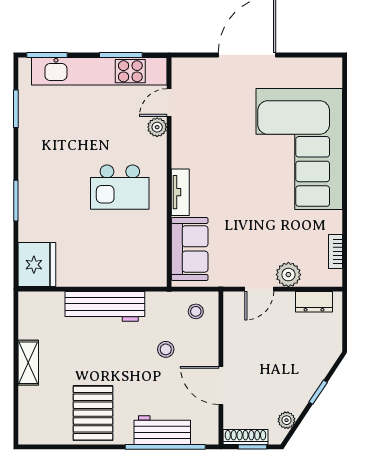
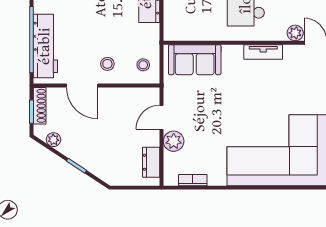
tv unit: (180, 192) -> (263, 52), moved
door: (259, 289) -> (162, 117), hinge flipped
stool: (166, 349) -> (107, 64), moved
door: (221, 385) -> (82, 85), swing flipped
workbench: (162, 430) -> (45, 46), width x1.37

